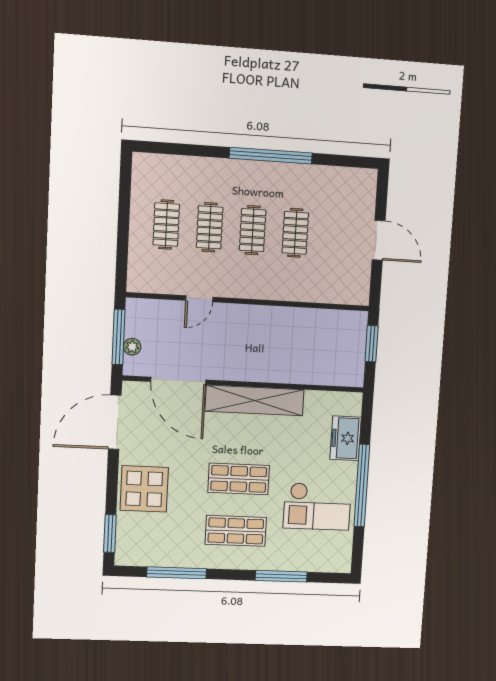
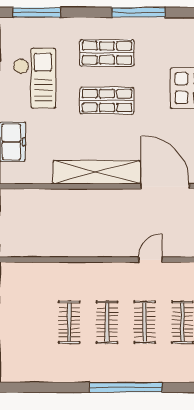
window: (271, 156) -> (126, 387), moved
checkout: (317, 506) -> (34, 78), turned 90
window: (177, 573) -> (139, 12), moved
window: (281, 576) -> (37, 12), moved

